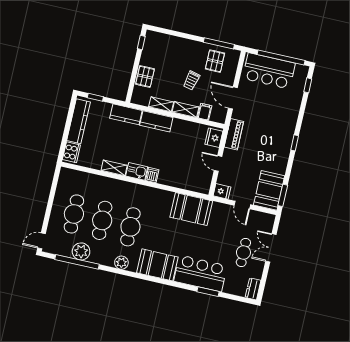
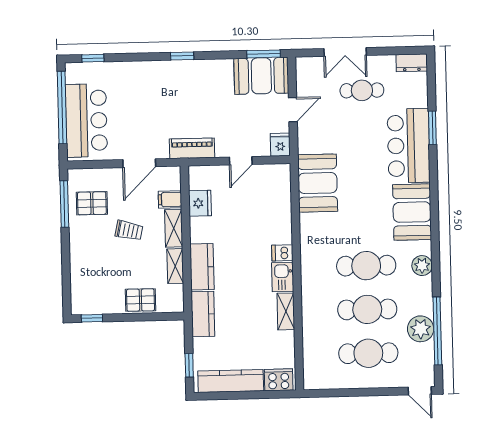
fridge: (214, 138) -> (200, 203), moved, turned -90

